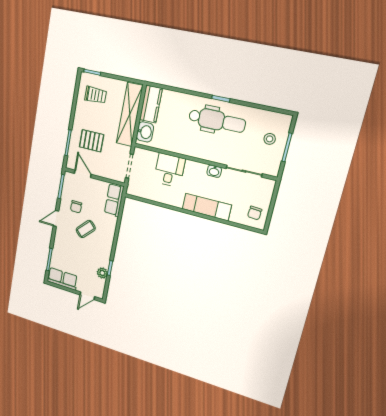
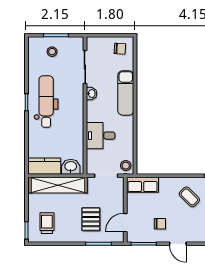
stool: (135, 188) -> (126, 166), added
coffee table: (86, 229) -> (189, 197), moved

